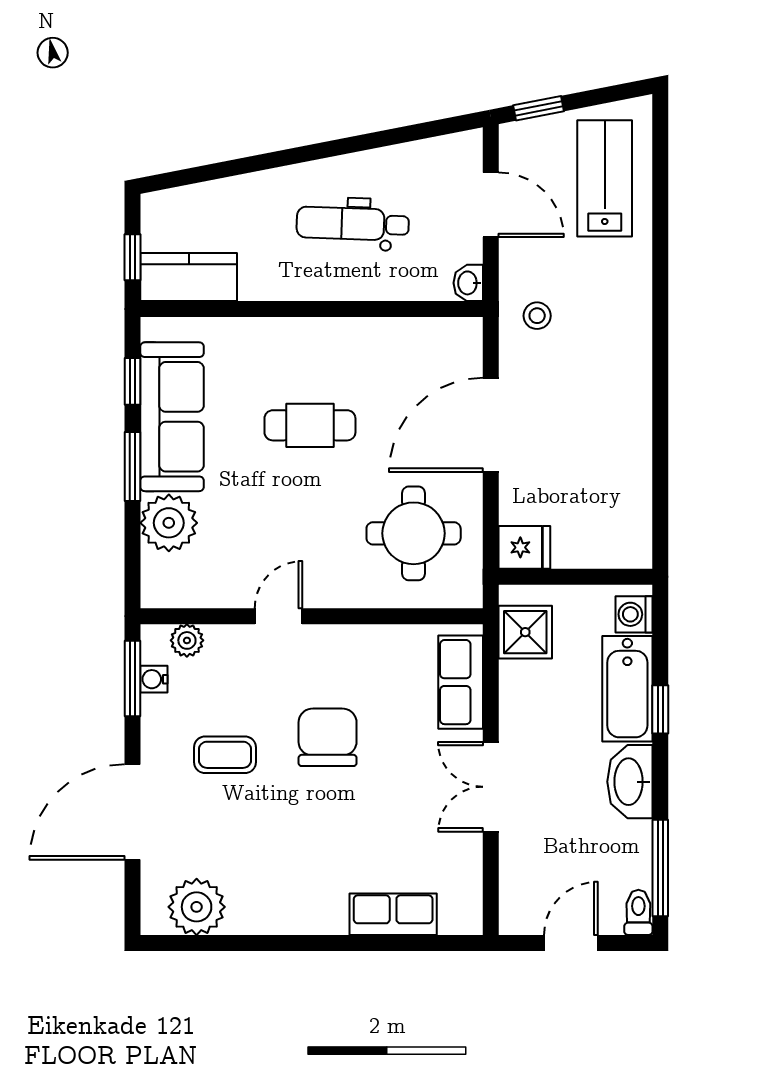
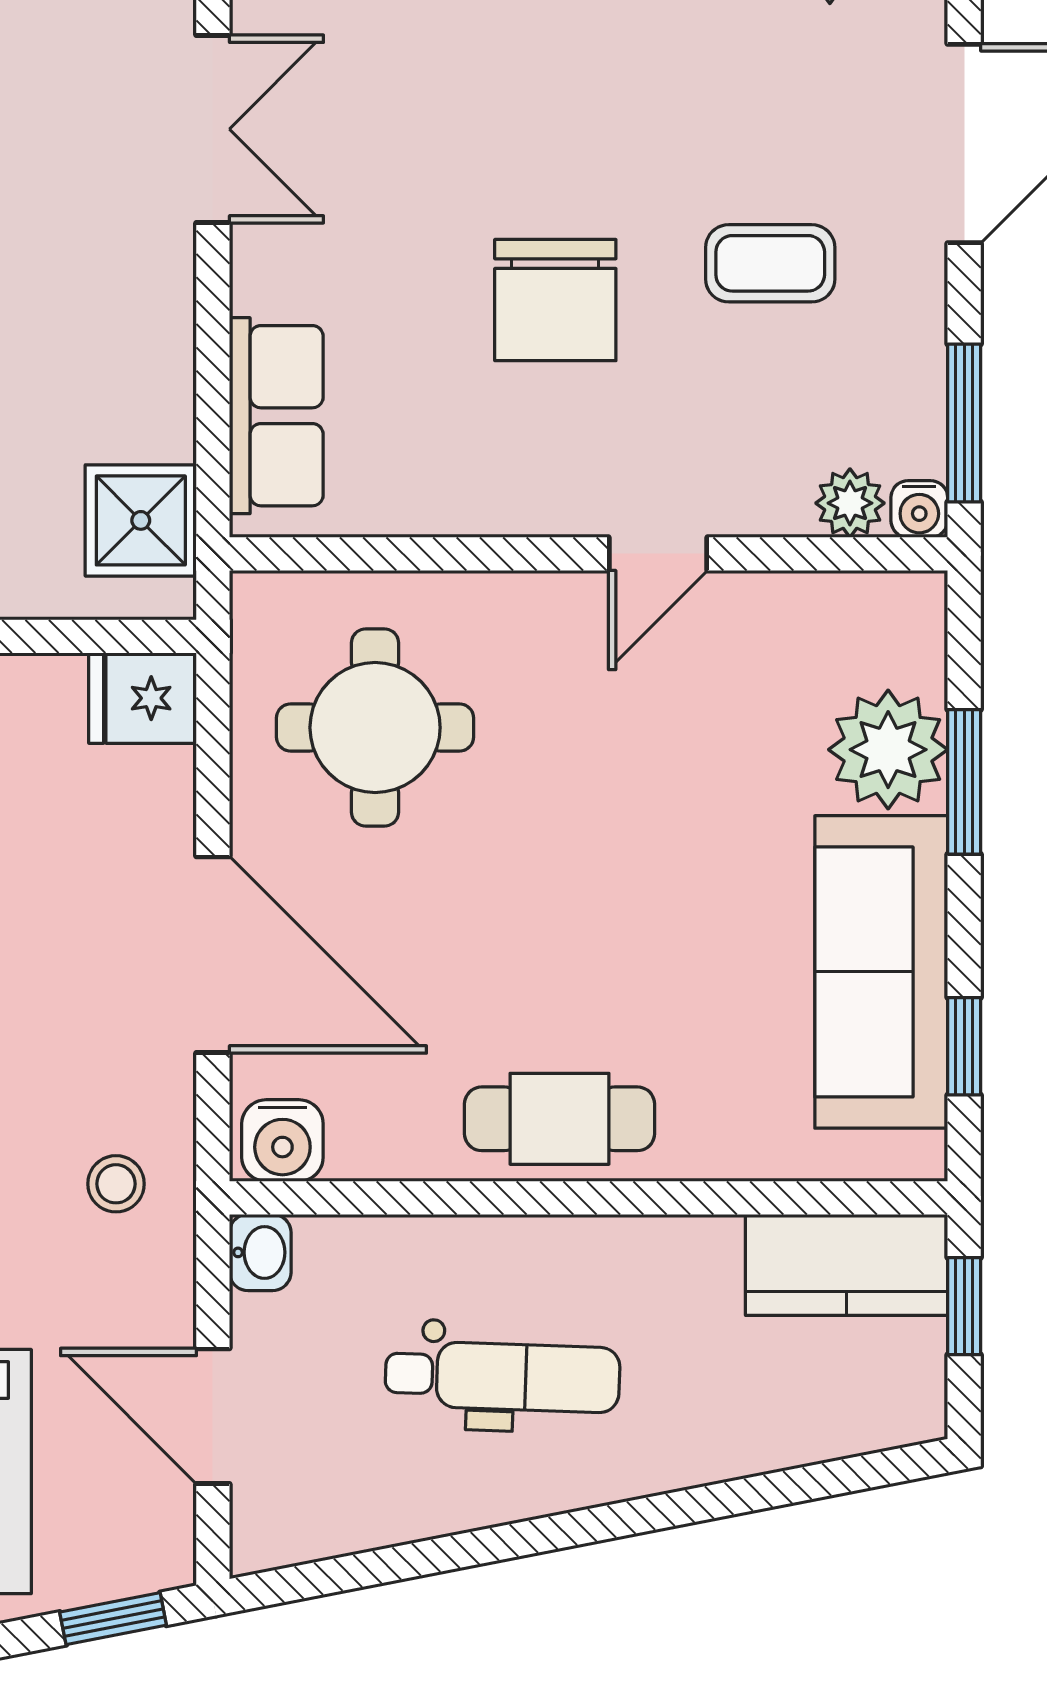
water cooler: (458, 336) -> (282, 1141), added
cafe table: (310, 425) -> (560, 1119), moved
door: (491, 425) -> (213, 955), hinge flipped
window: (132, 466) -> (964, 782), moved
water cooler: (154, 679) -> (919, 509), moved, turned 90
double door: (491, 787) -> (213, 129), moved

